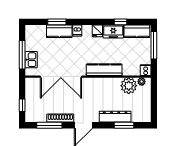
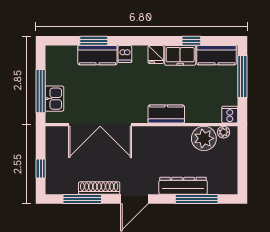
kitchen counter: (104, 70) -> (166, 114), width x0.67
window: (124, 125) -> (197, 199), width x1.44

